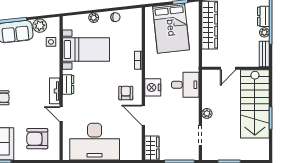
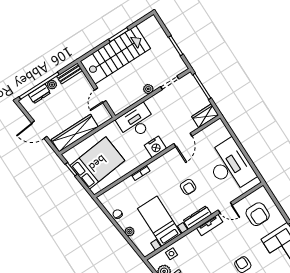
door: (228, 68) -> (100, 95), swing flipped
dresser: (68, 84) -> (197, 217), width x1.44
desk: (185, 85) -> (136, 122), width x1.37
armchair: (126, 93) -> (188, 187), moved, turned -90
door: (61, 114) -> (225, 208), hinge flipped

